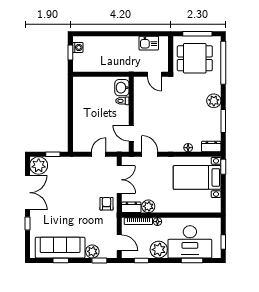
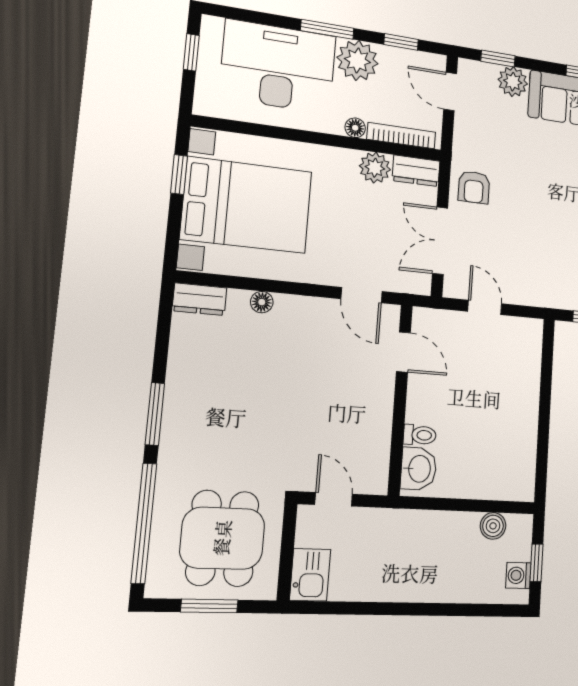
window: (197, 34) -> (209, 606), width x0.69
kitchen sink: (149, 43) -> (310, 575), moved, turned 90
dining table: (195, 58) -> (222, 538), turned 90
boiler: (90, 67) -> (493, 526), added
plant: (214, 101) -> (181, 420), removed
window: (223, 121) -> (155, 414), moved
door: (99, 154) -> (485, 307), swing flipped
window: (223, 167) -> (179, 175), moved
bed with nightstands: (197, 177) -> (247, 205), width x1.36
window: (192, 260) -> (327, 29), moved

